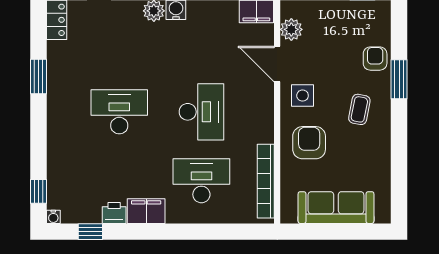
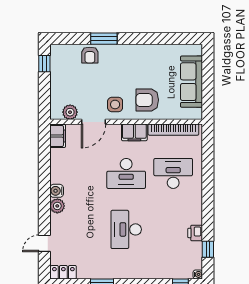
armchair: (375, 59) -> (90, 55), turned -90
coffee table: (359, 109) -> (125, 66), removed
desk: (201, 112) -> (126, 173), turned 180
desk: (201, 181) -> (173, 173), turned 90
filing cabinet: (146, 211) -> (134, 132), moved, turned -90

